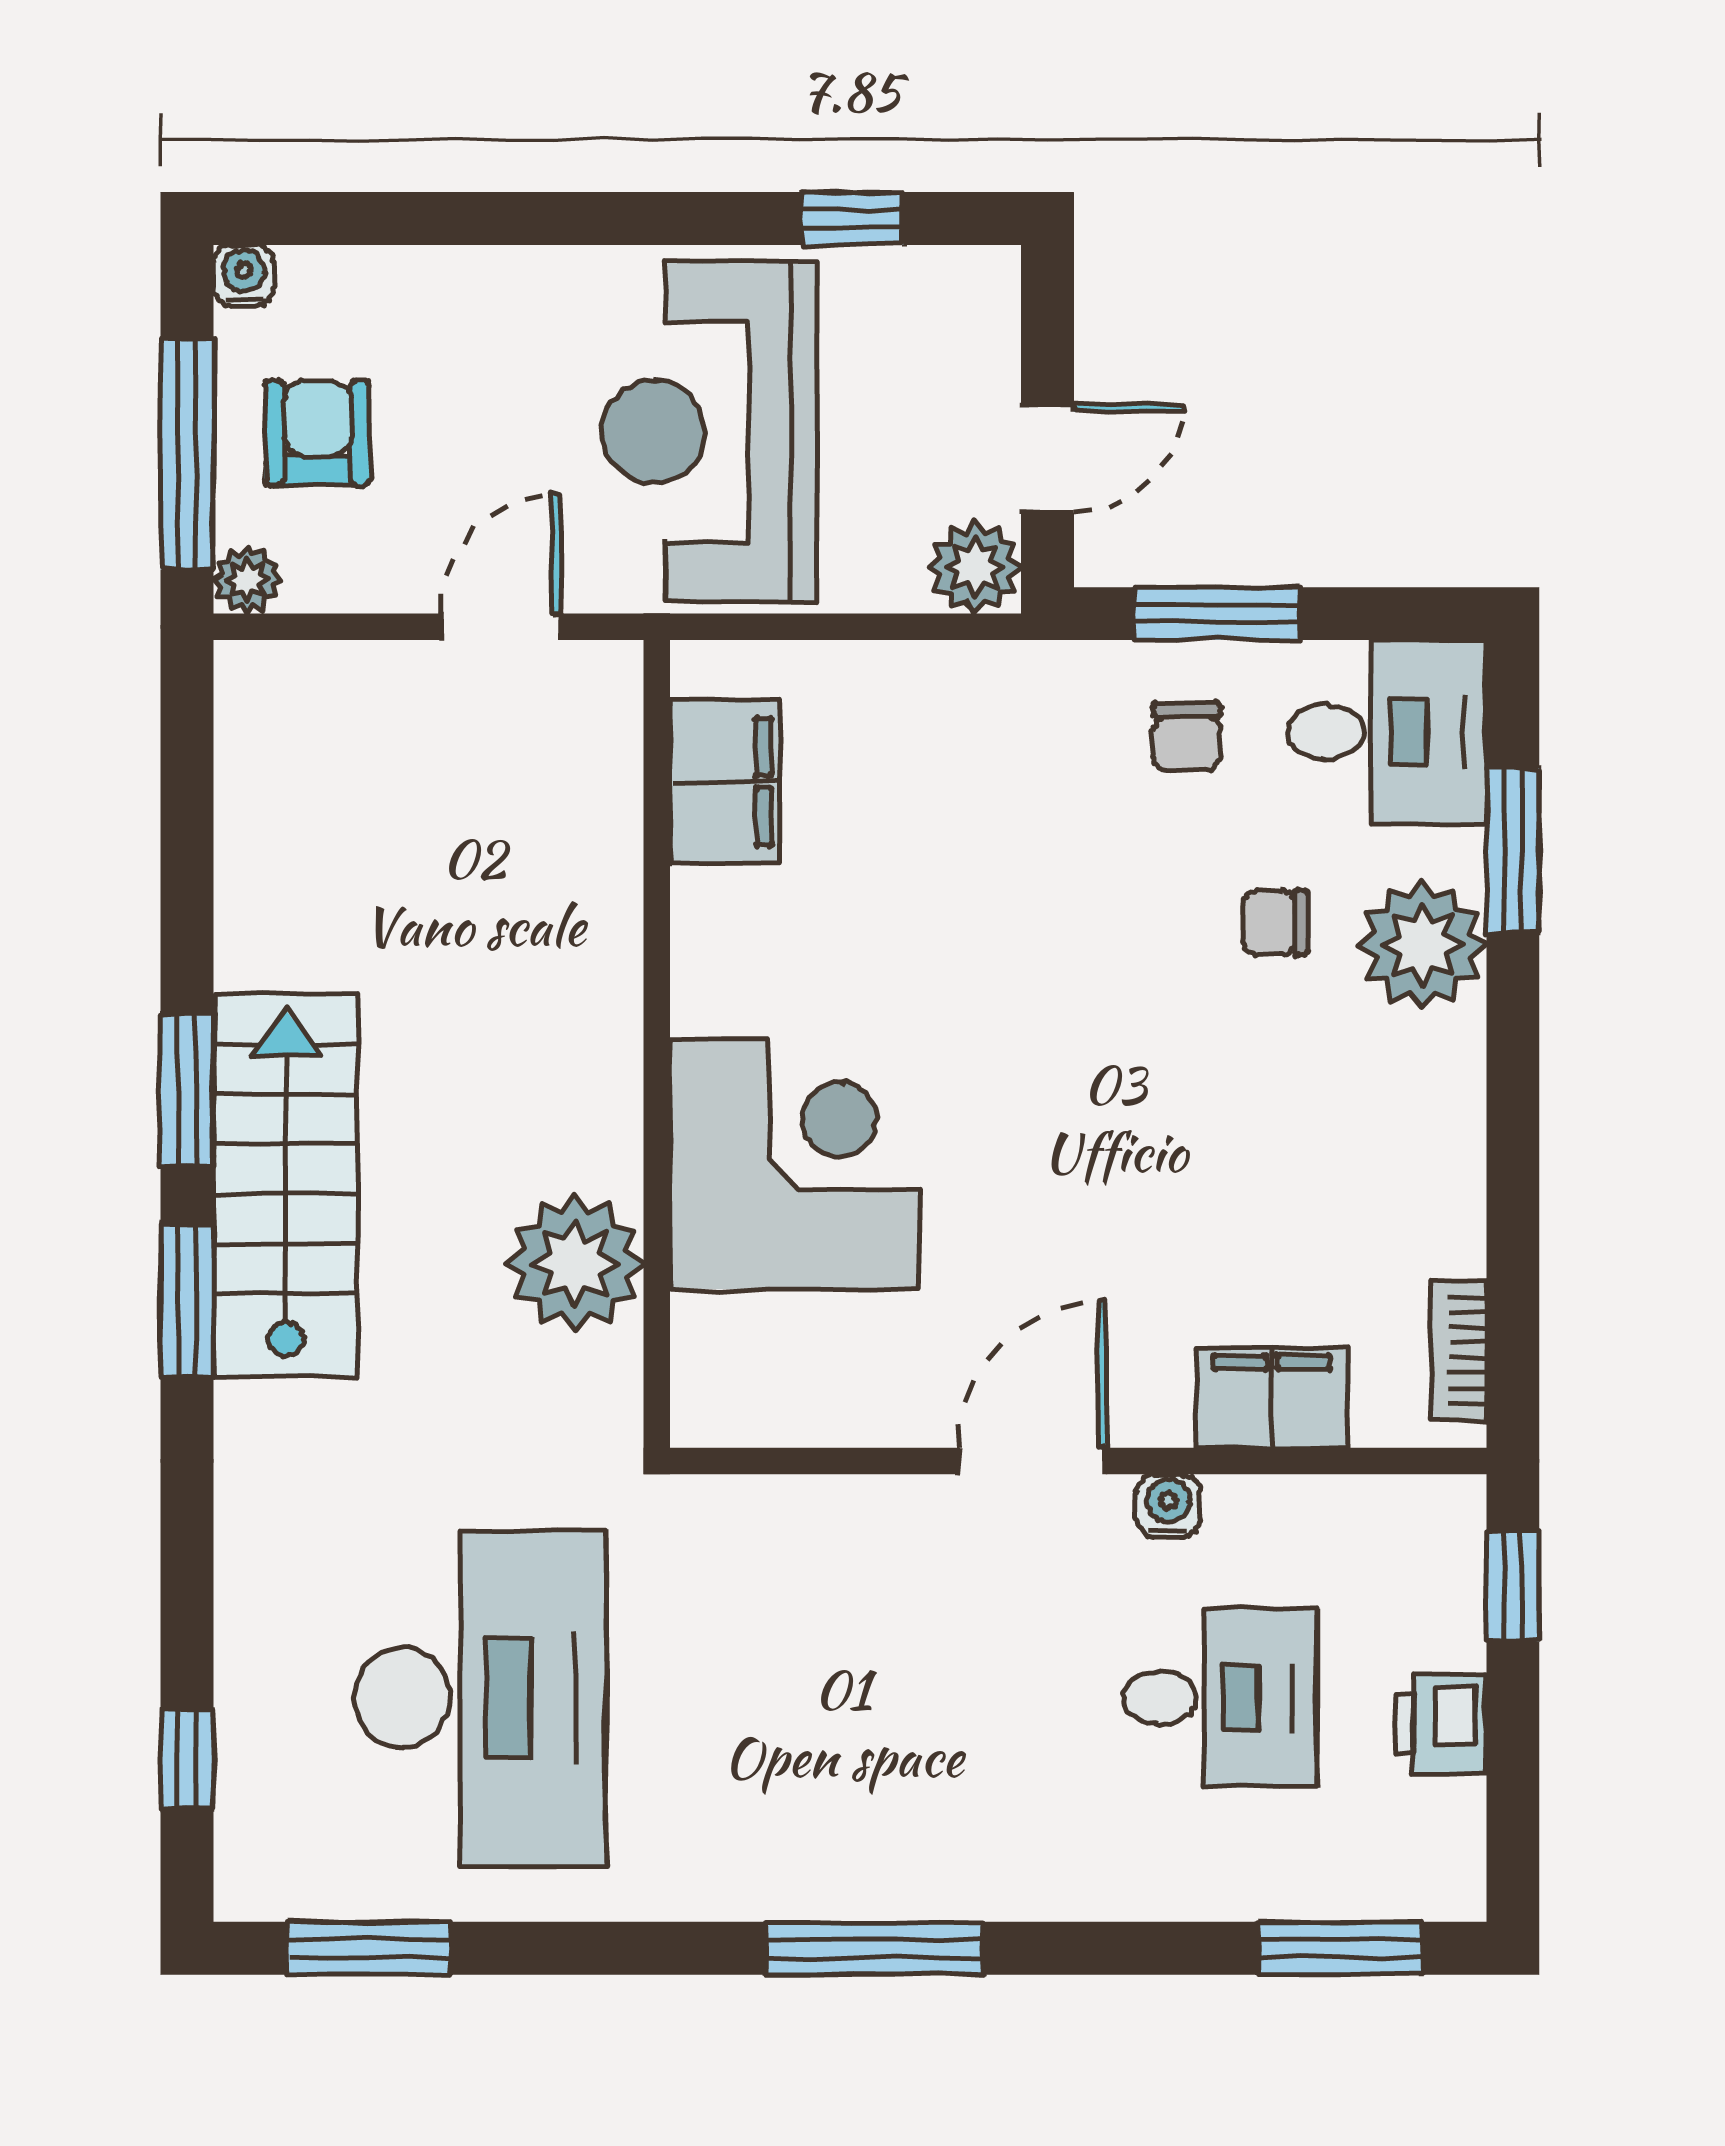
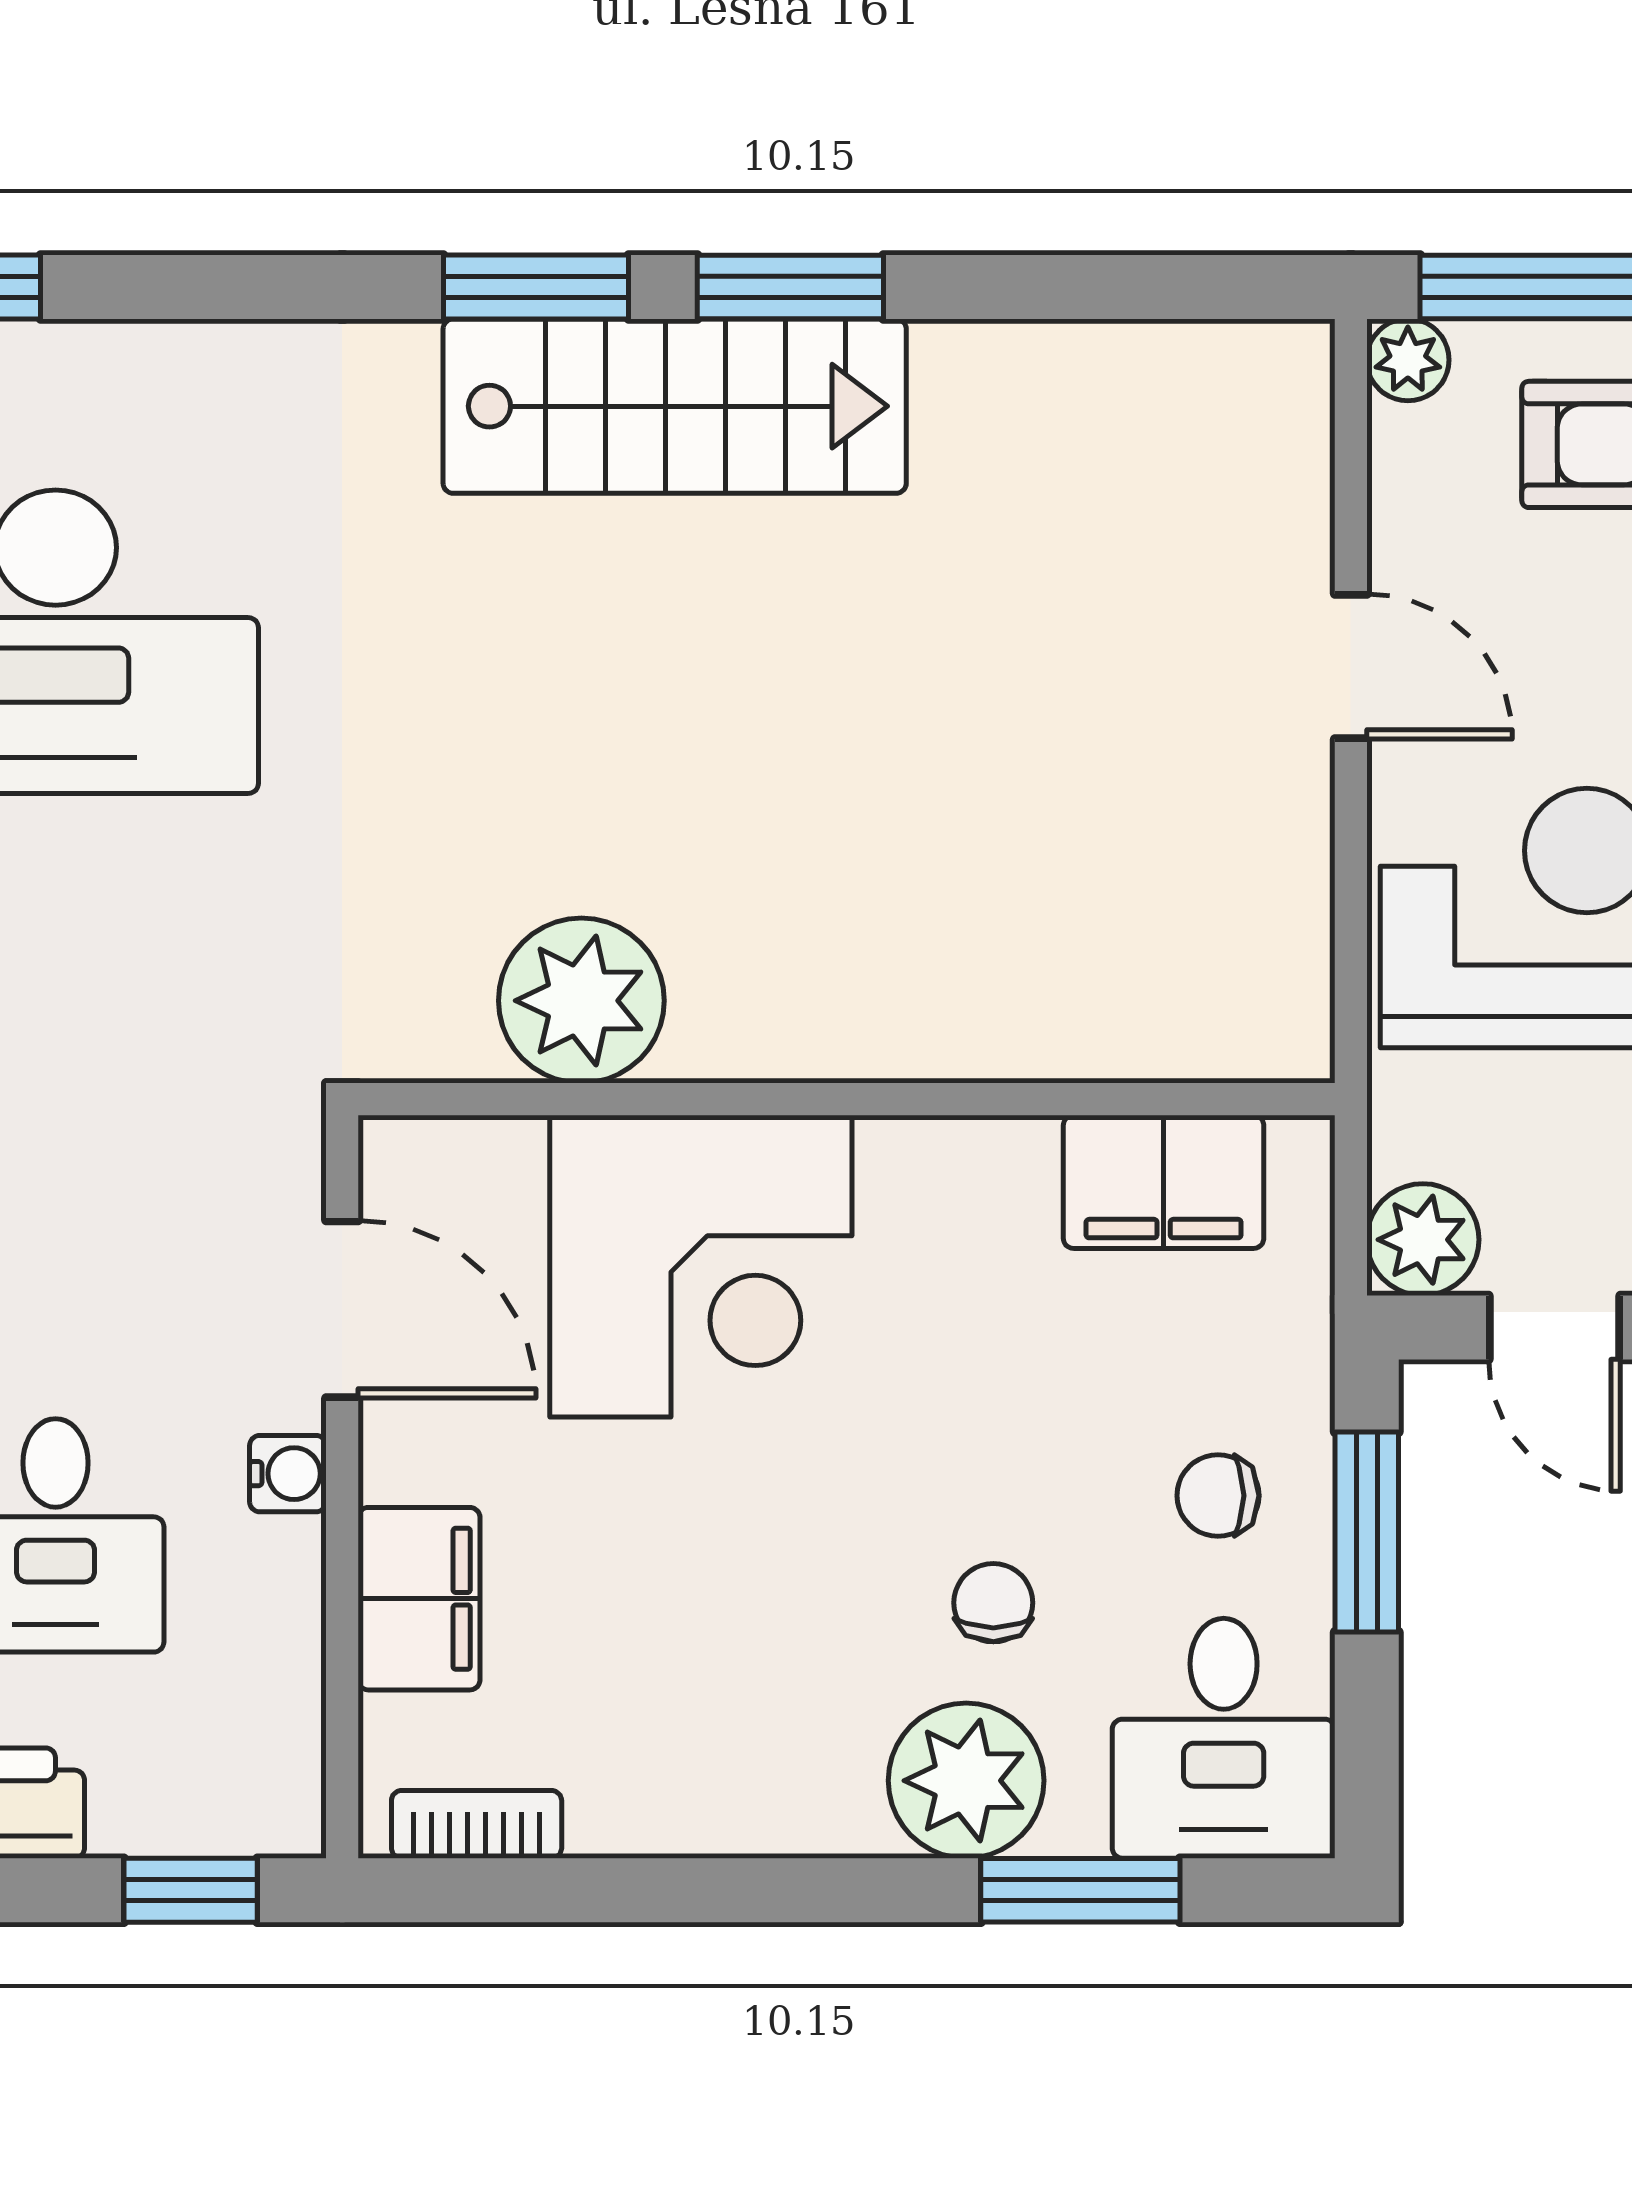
filing cabinet: (725, 782) -> (1164, 1182), moved
wall: (657, 1044) -> (847, 1099), moved
corner desk: (795, 1164) -> (701, 1266), moved
plant: (575, 1263) -> (581, 1001), moved

